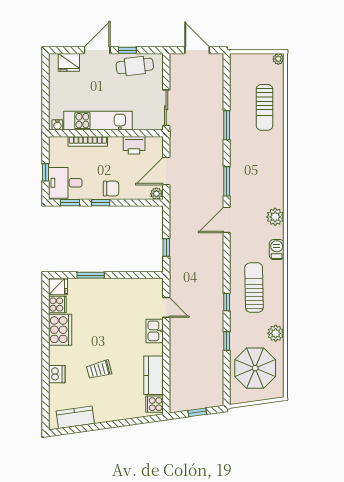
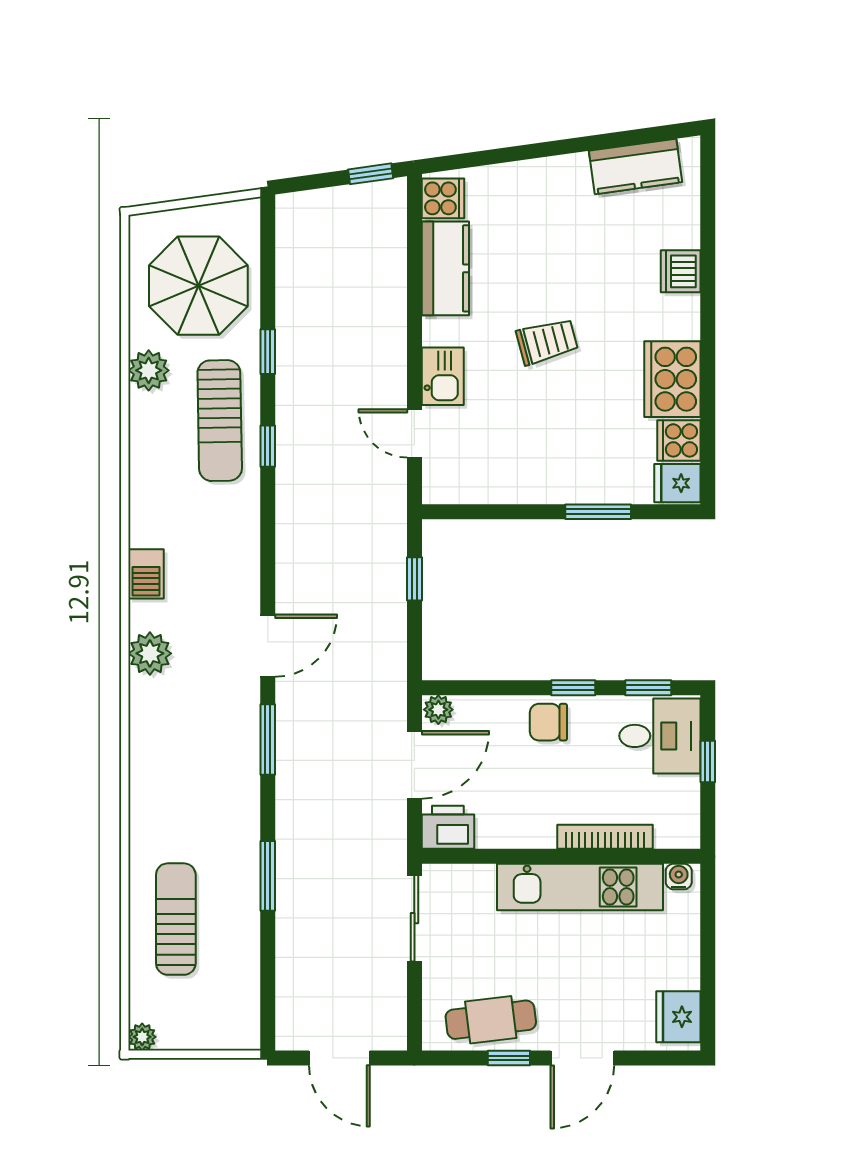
fridge: (69, 62) -> (678, 1017), moved, turned -90
printer: (134, 145) -> (448, 827), moved
sun lounger: (254, 288) -> (220, 421), moved
trolley: (99, 370) -> (547, 341), moved
window: (197, 412) -> (371, 174), moved

